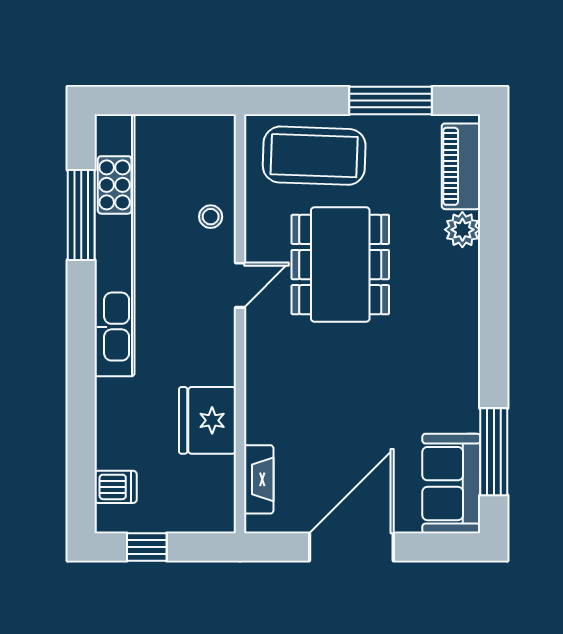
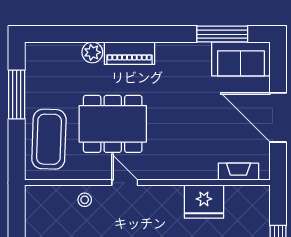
piano: (461, 166) -> (129, 53), moved

